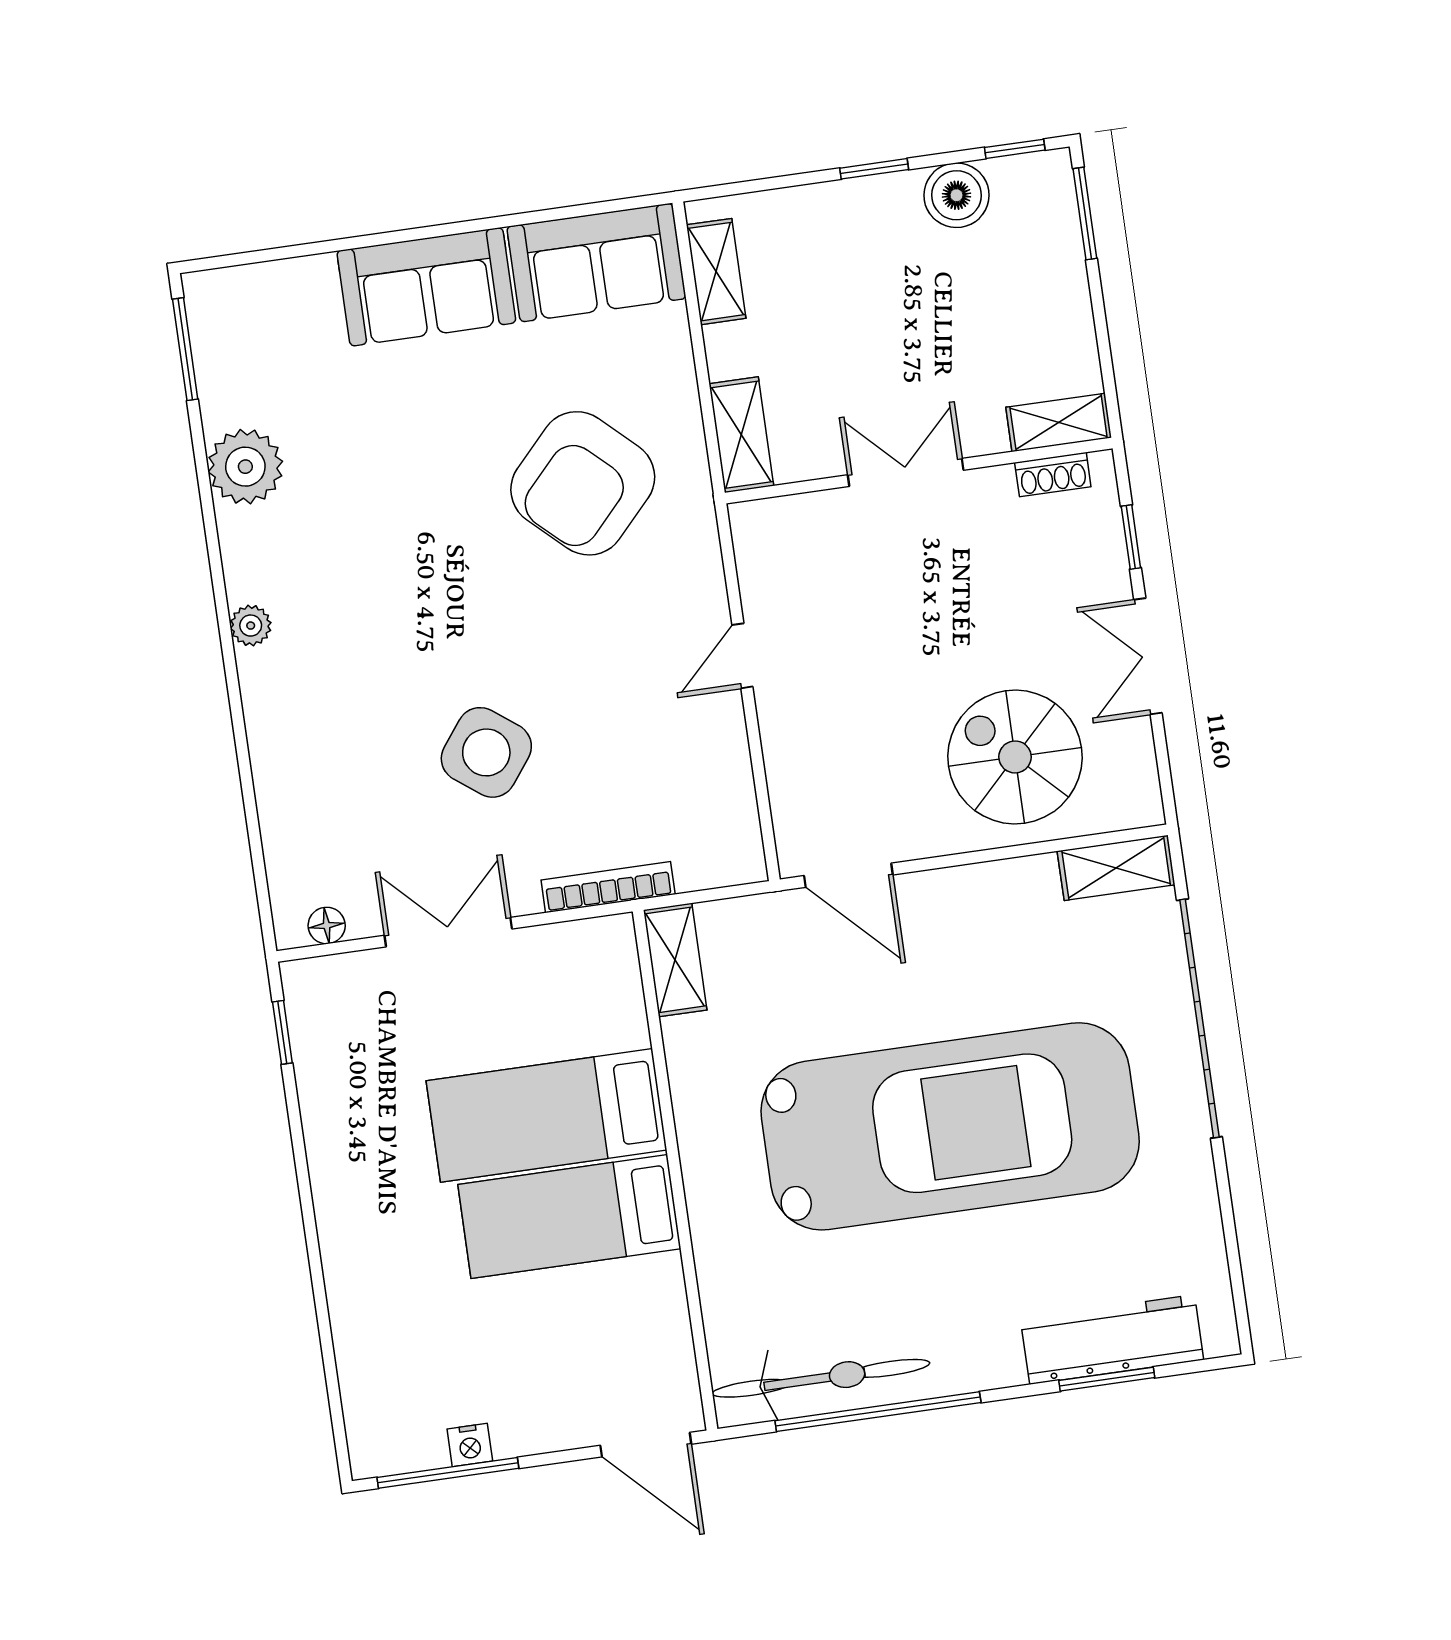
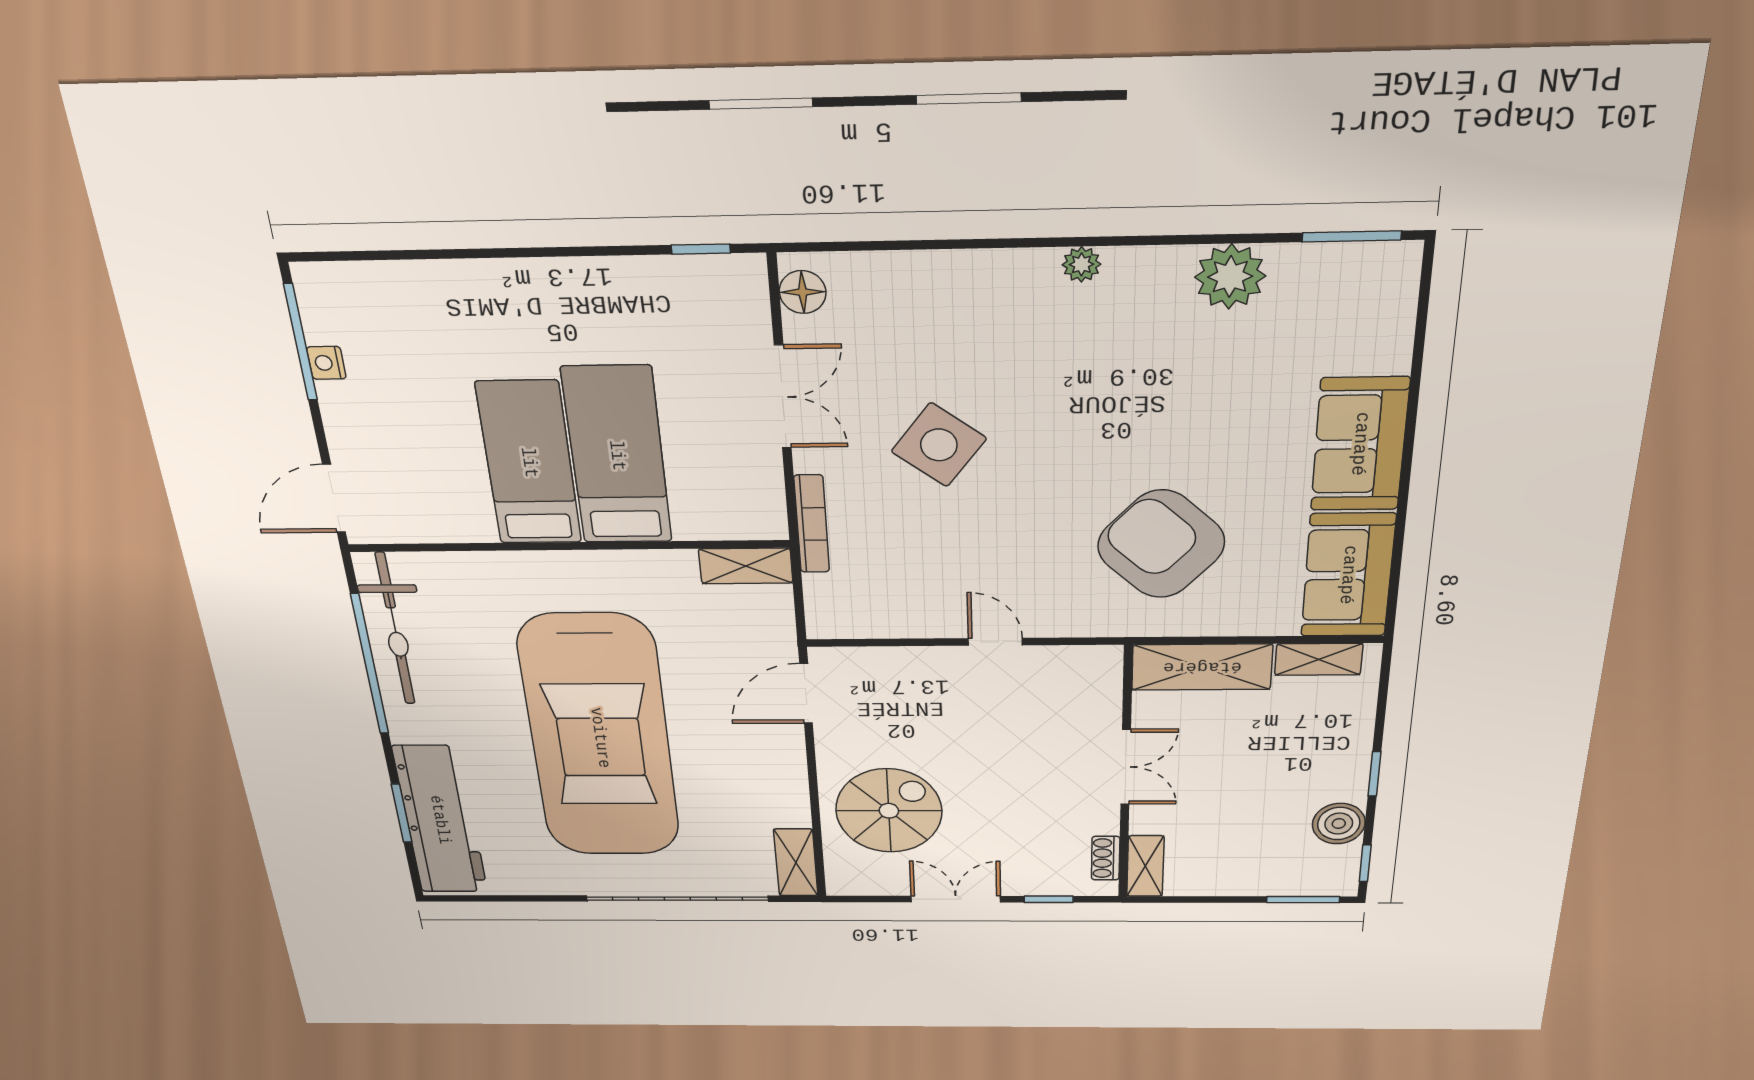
shelving: (741, 435) -> (1202, 667), width x1.50, depth x1.33
floor lamp: (327, 925) -> (803, 292), width x1.37, depth x1.37
workbench: (1112, 1340) -> (440, 820), width x1.36, depth x1.32

